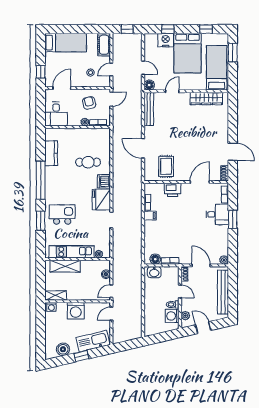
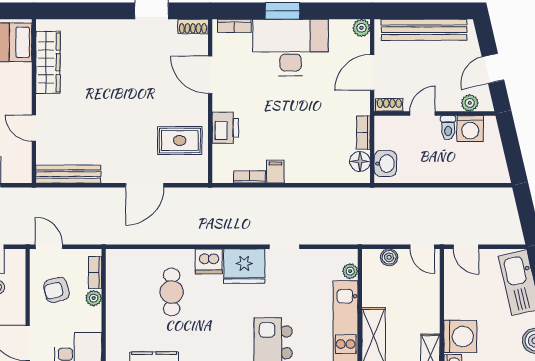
floor lamp: (149, 85) -> (22, 173), removed
desk: (217, 214) -> (290, 47), width x1.87, depth x1.30
washing machine: (76, 311) -> (460, 337), moved

